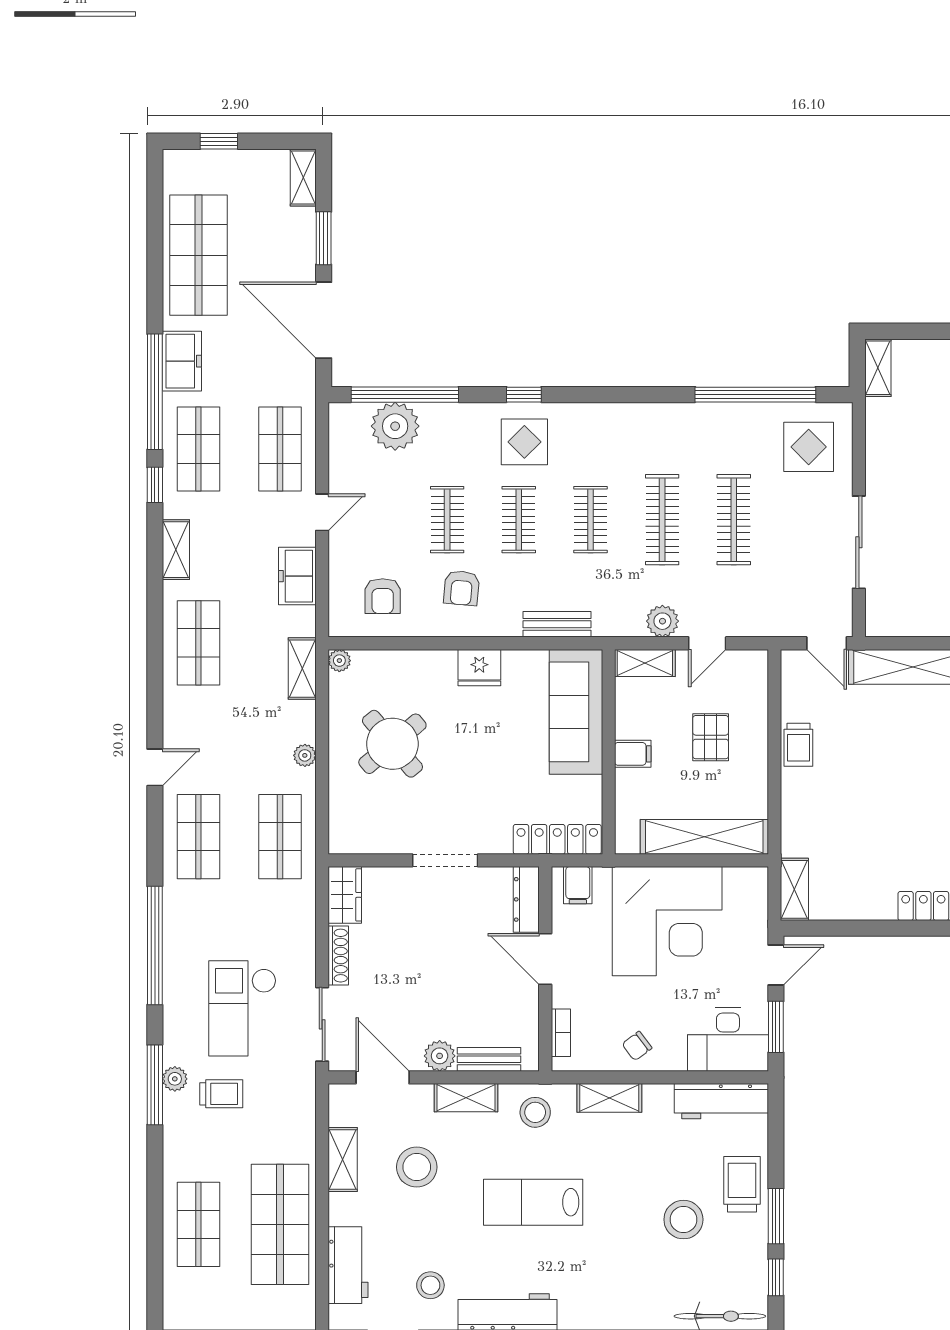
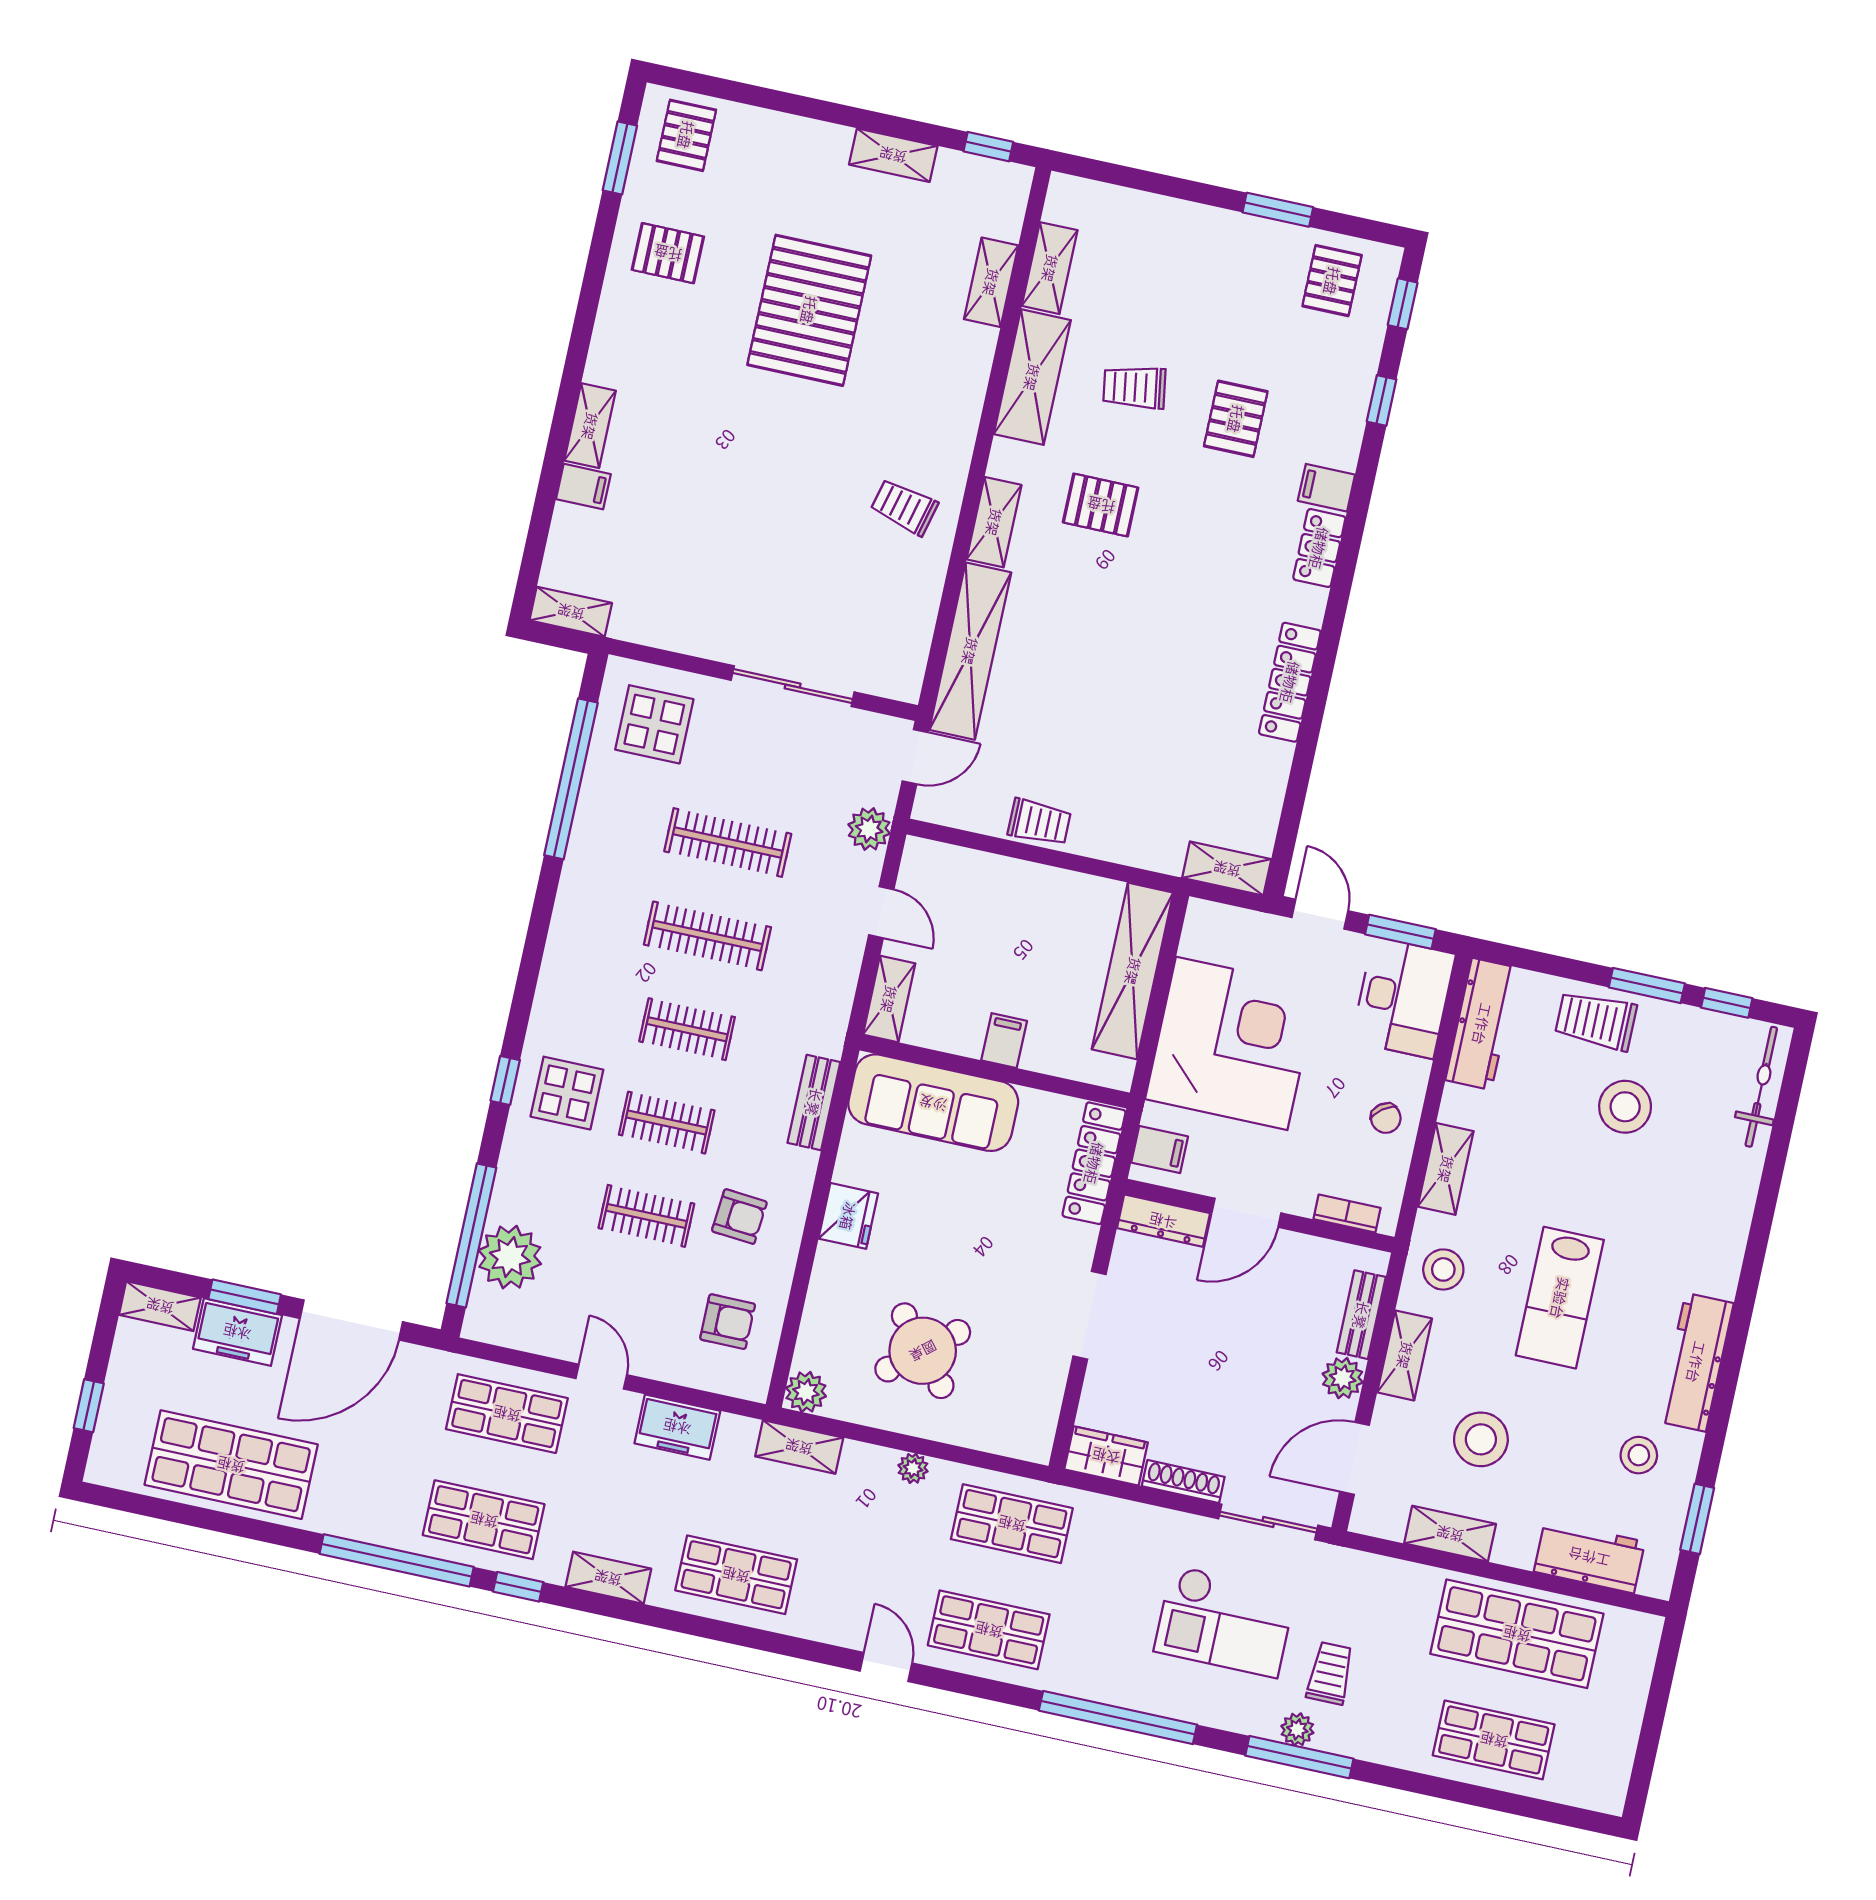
freezer: (182, 361) -> (237, 1332), moved, turned 180
plant: (662, 621) -> (869, 829), moved
plant: (339, 661) -> (806, 1392), width x1.38, depth x1.38
pallet: (711, 737) -> (1004, 934), removed

